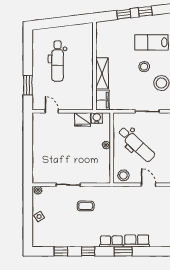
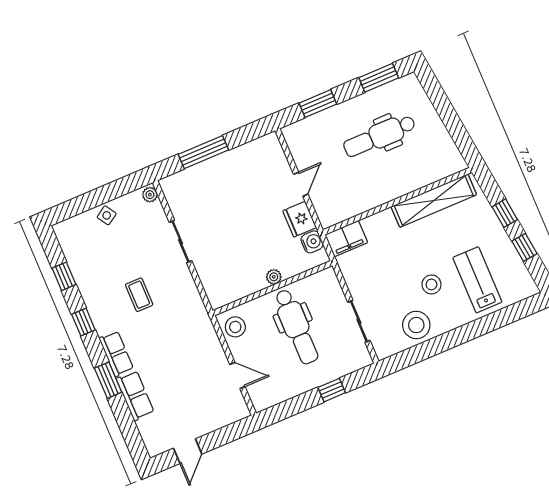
window: (28, 49) -> (379, 78), added
shelving: (102, 73) -> (434, 201), moved, width x1.47
door: (52, 111) -> (301, 184), moved
dental chair: (136, 144) -> (296, 327), turned -43
window: (28, 154) -> (203, 152), added
door: (149, 185) -> (237, 375), hinge flipped
coffee table: (86, 206) -> (139, 295), moved

